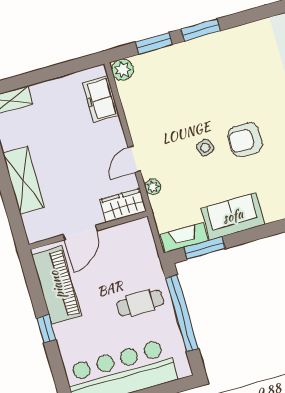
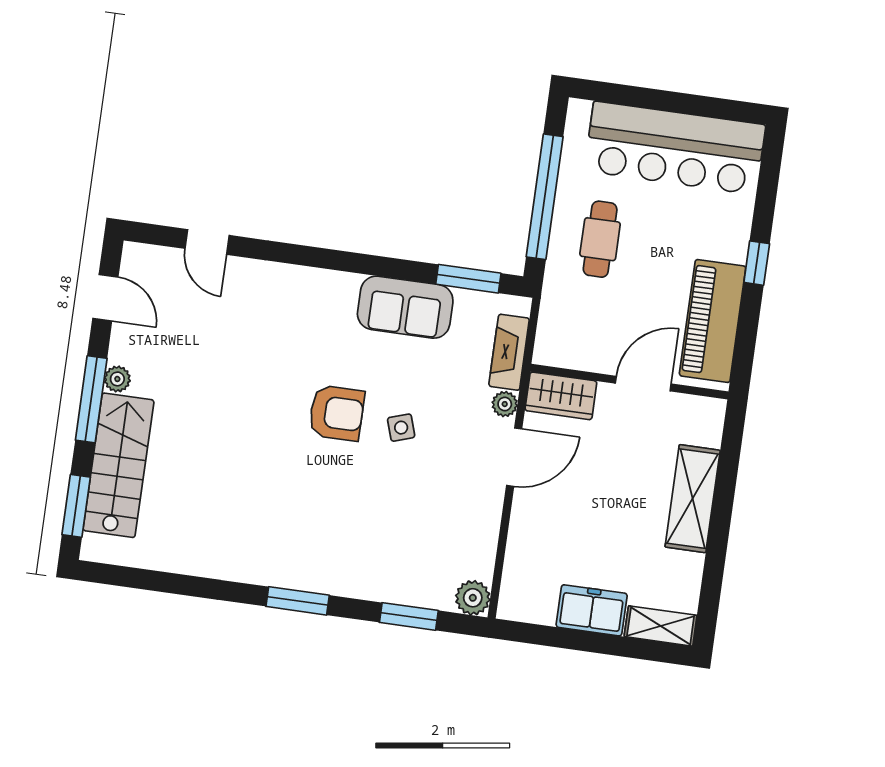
window: (201, 30) -> (298, 601), moved
freezer: (101, 99) -> (592, 610), moved, turned -90
door: (134, 159) -> (514, 457), width x1.38
fireplace: (184, 238) -> (509, 352), moved, turned 90
cafe table: (140, 303) -> (600, 239), turned 90

